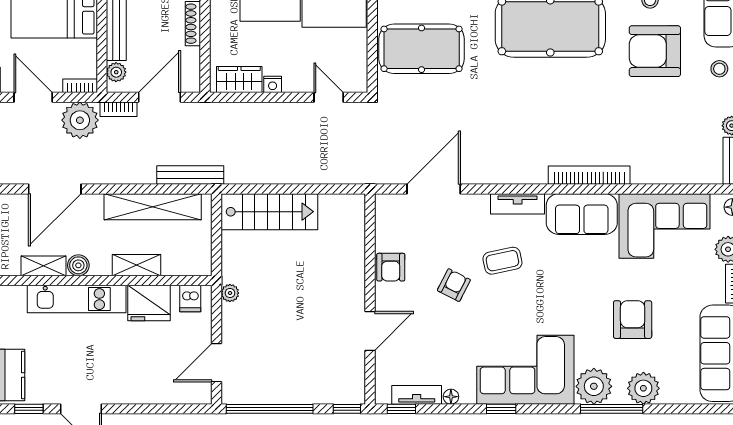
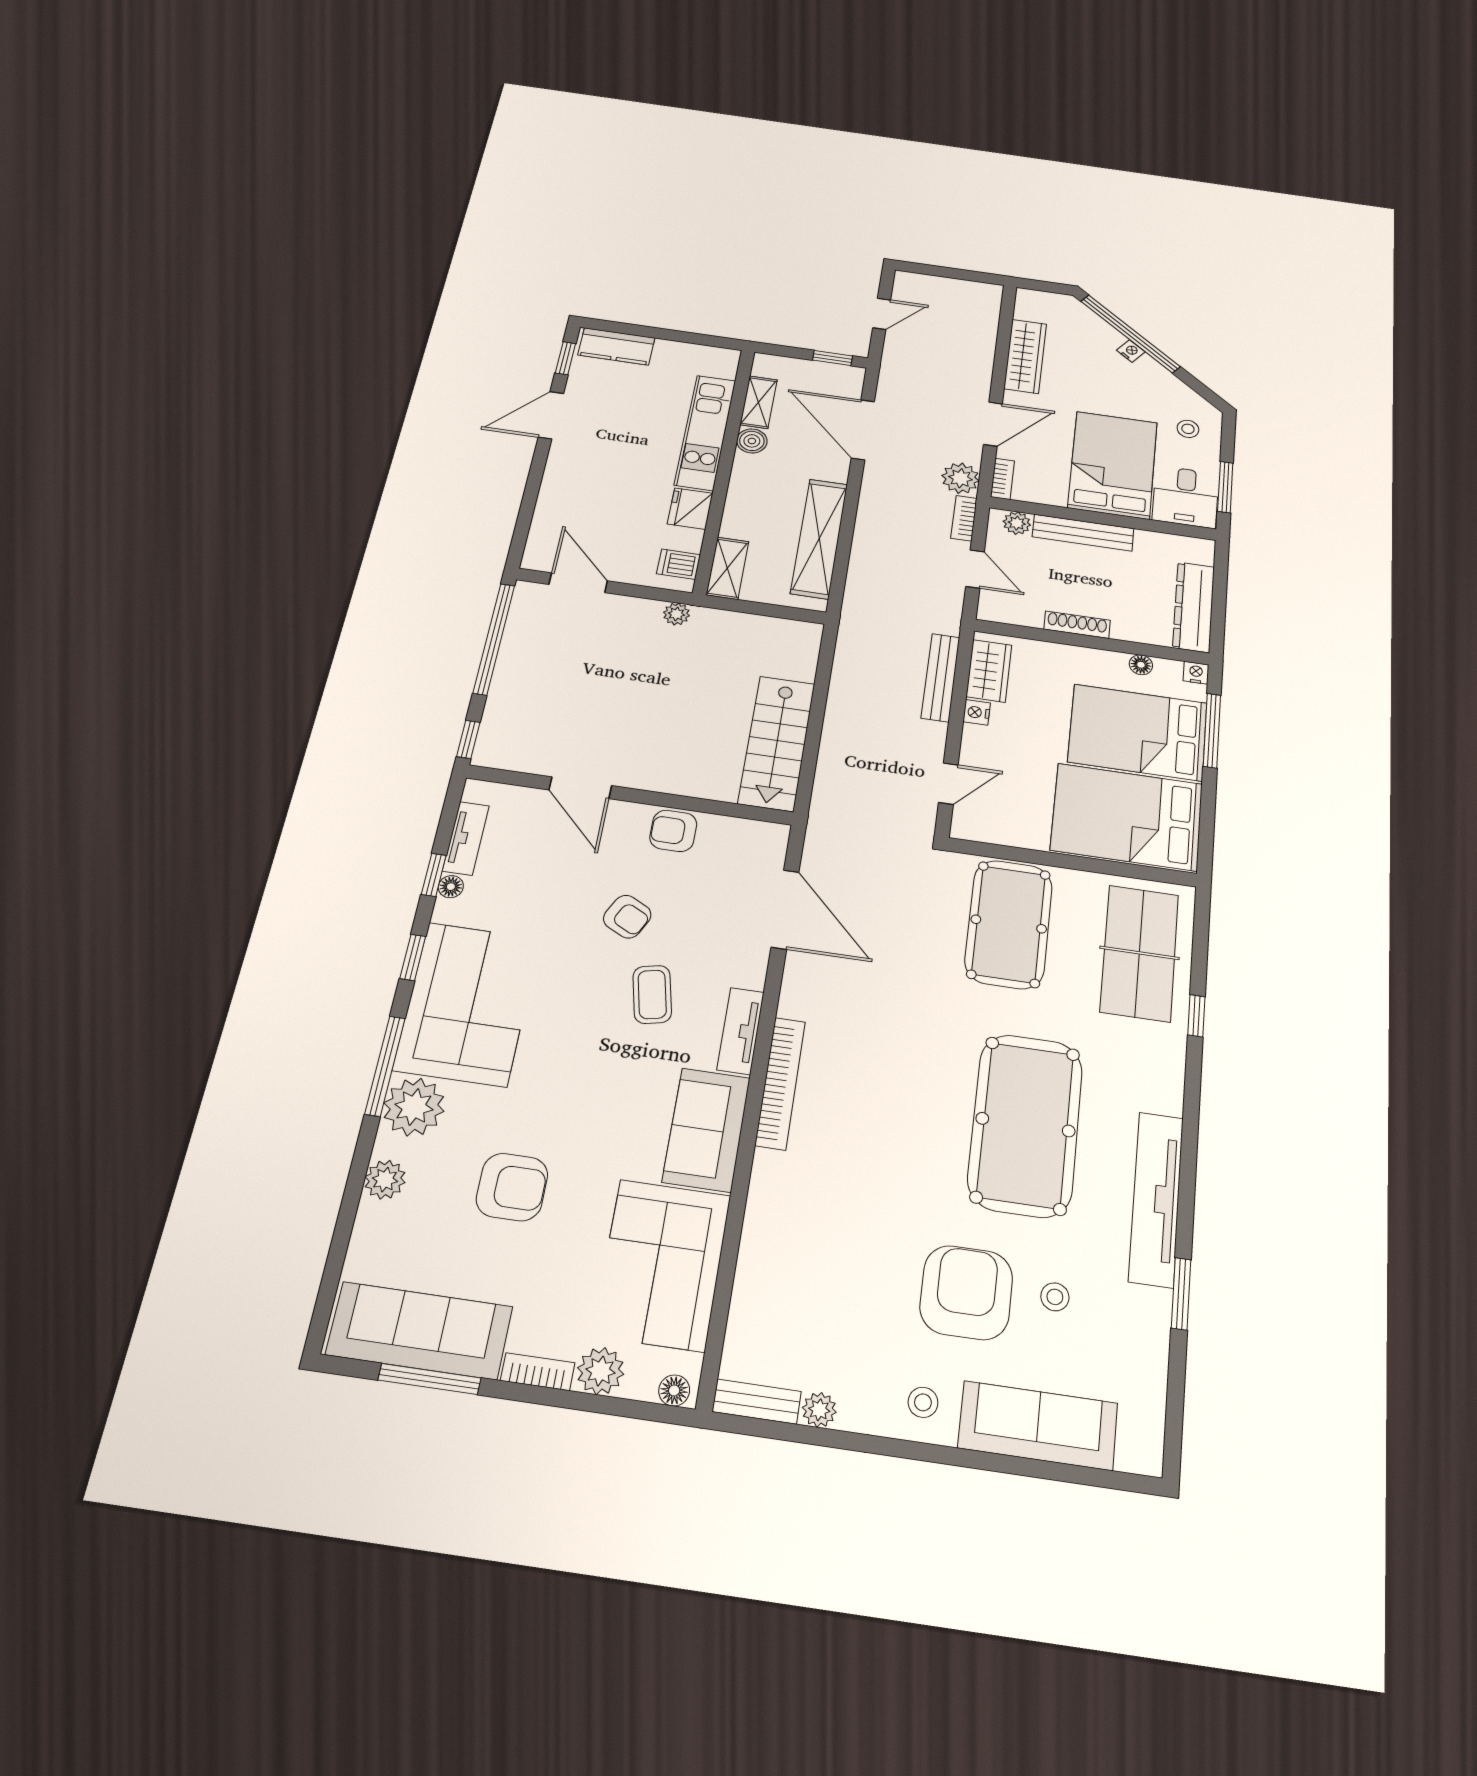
door: (160, 97) -> (975, 569), width x0.73
plant: (80, 120) -> (960, 478), width x0.73, depth x0.73
bench: (190, 175) -> (941, 677), moved
bookcase: (589, 175) -> (780, 1083), moved
stairs: (269, 212) -> (777, 743), moved
shelving: (136, 265) -> (727, 568), moved
fridge: (149, 303) -> (690, 509), width x0.73, depth x0.75
plant: (643, 388) -> (385, 1180), width x0.73, depth x0.73
window: (401, 409) -> (434, 875), moved
window: (612, 409) -> (385, 1066), moved

